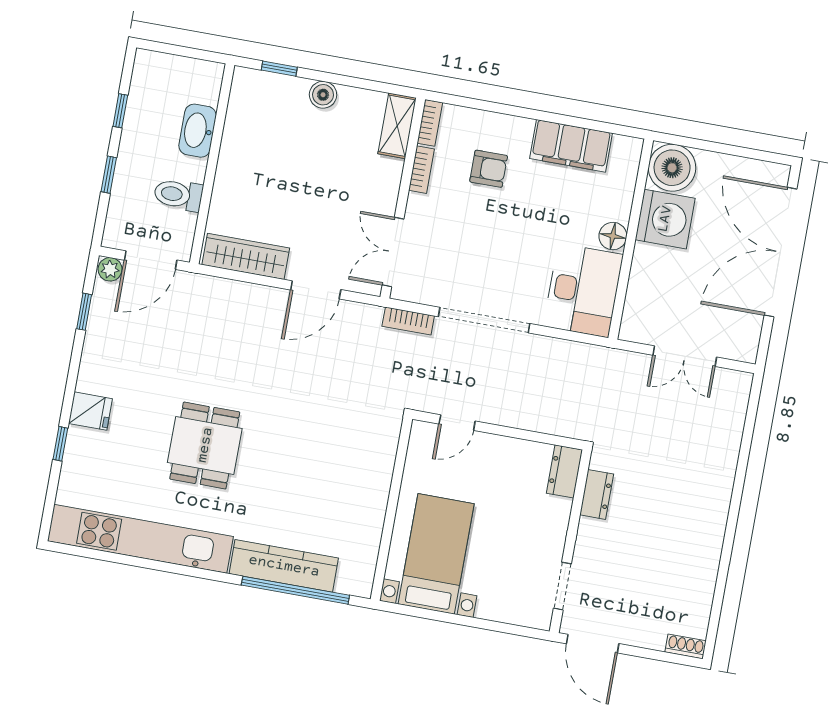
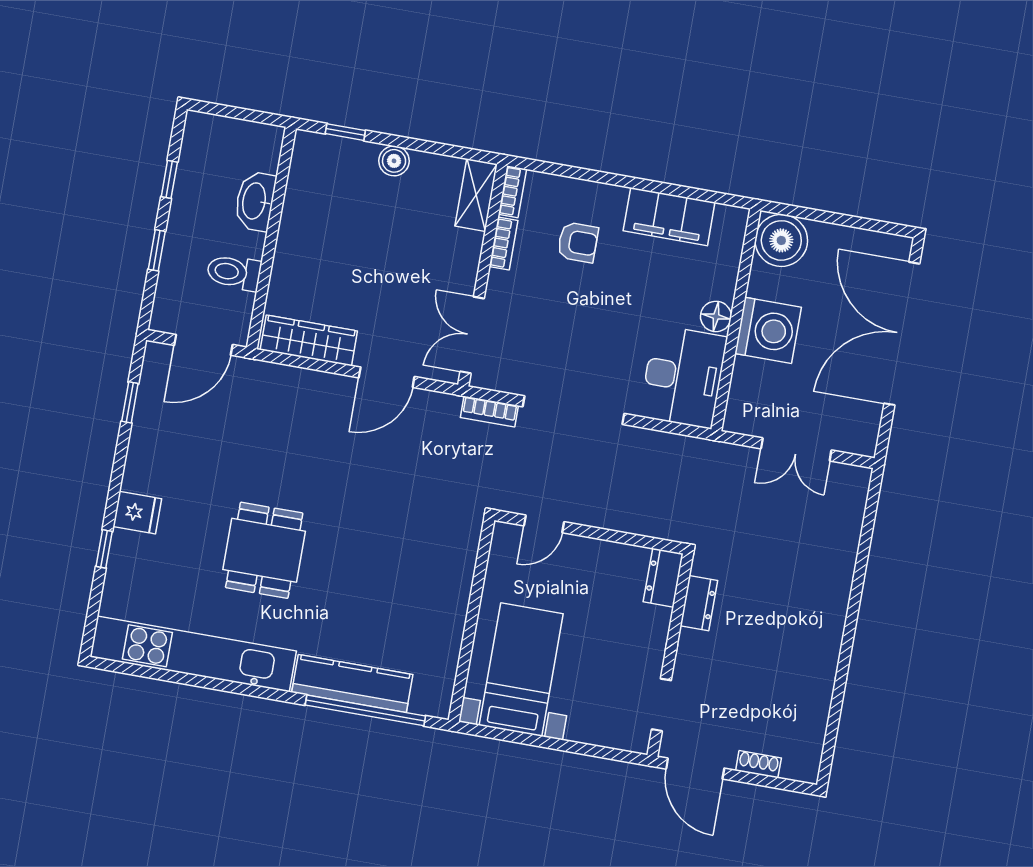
washing machine: (665, 219) -> (768, 330), moved
plant: (110, 269) -> (159, 355), removed
shoe rack: (686, 646) -> (758, 764), moved

